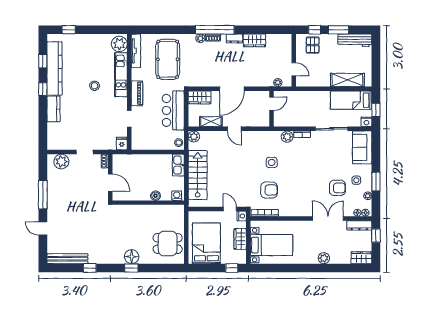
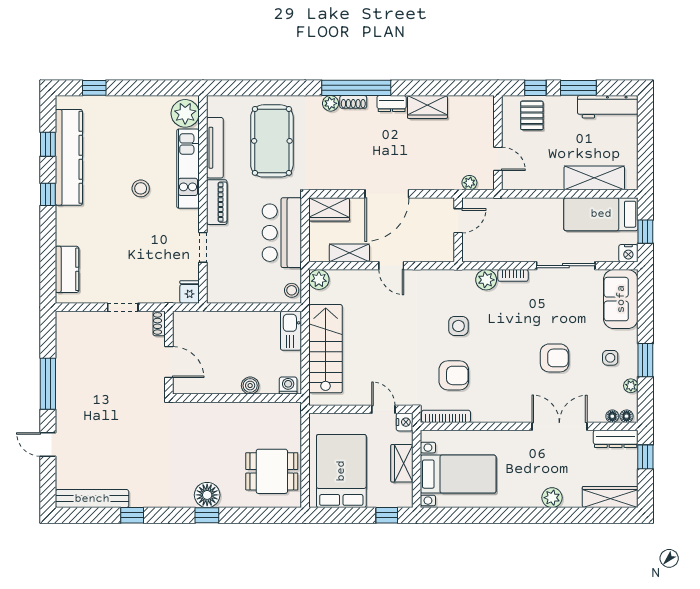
tv unit: (136, 51) -> (215, 148), moved
kitchen counter: (53, 109) -> (67, 269), moved
plant: (61, 162) -> (81, 324), removed
armchair: (337, 188) -> (555, 358), moved
wardrobe: (361, 258) -> (610, 497), width x1.50

